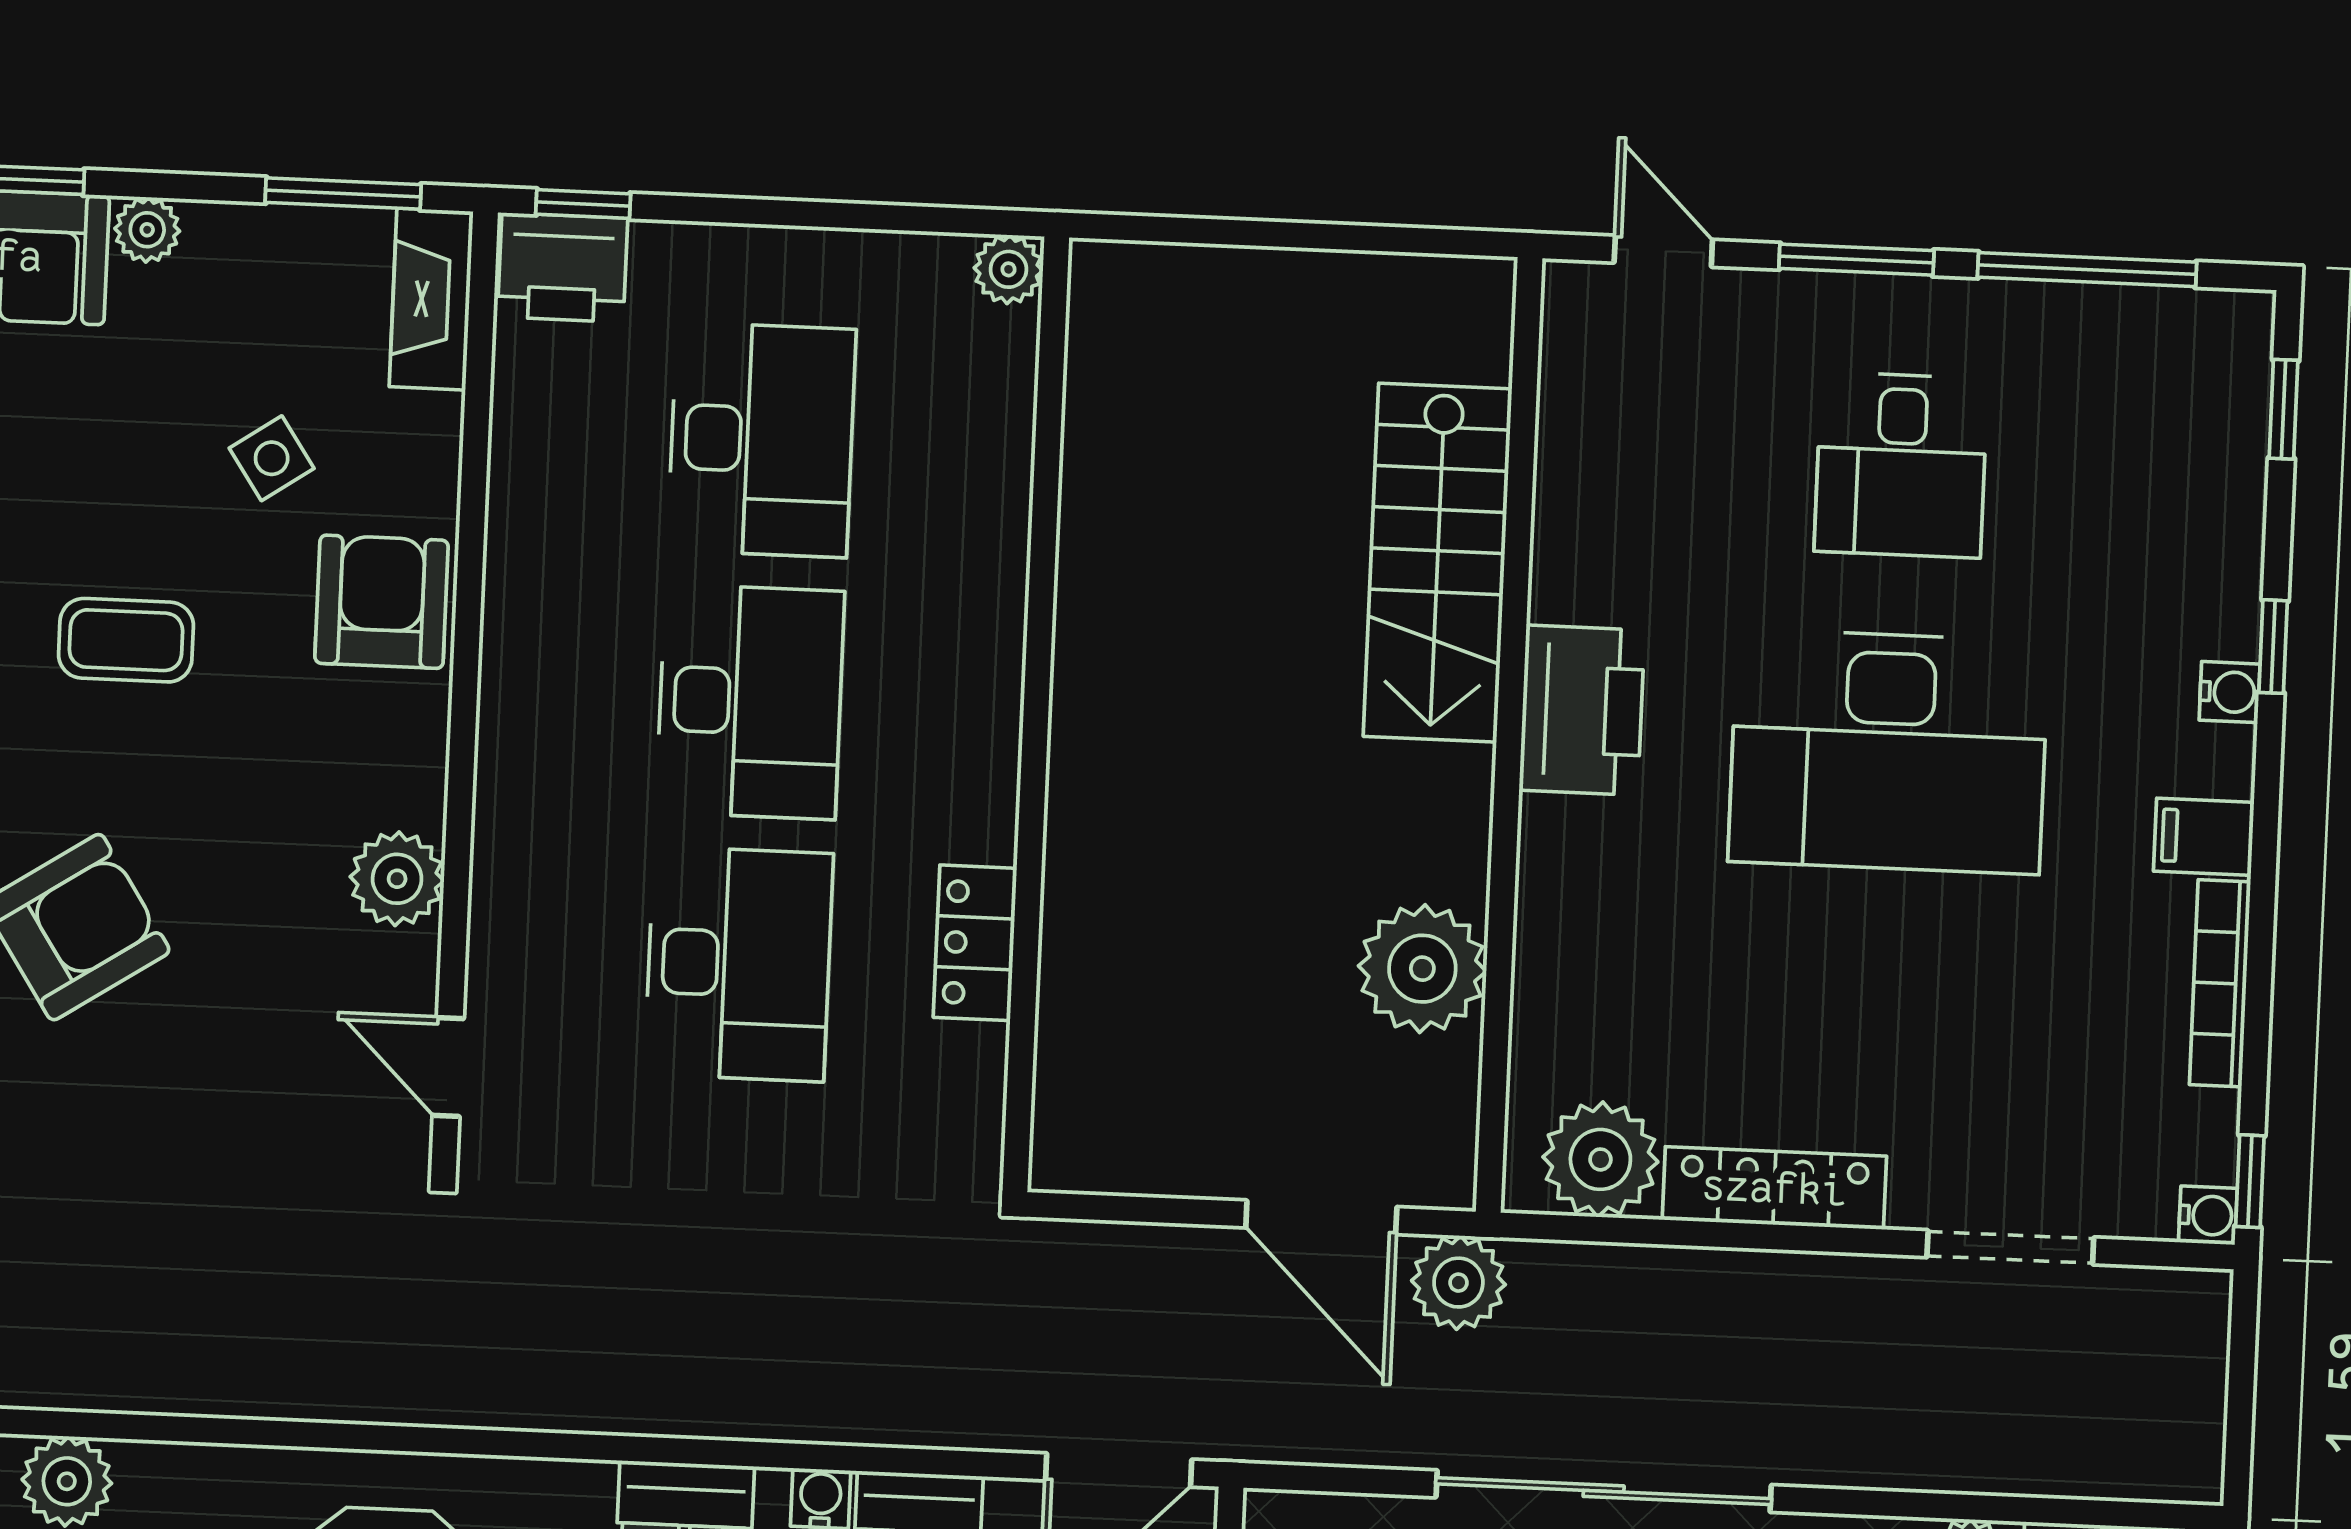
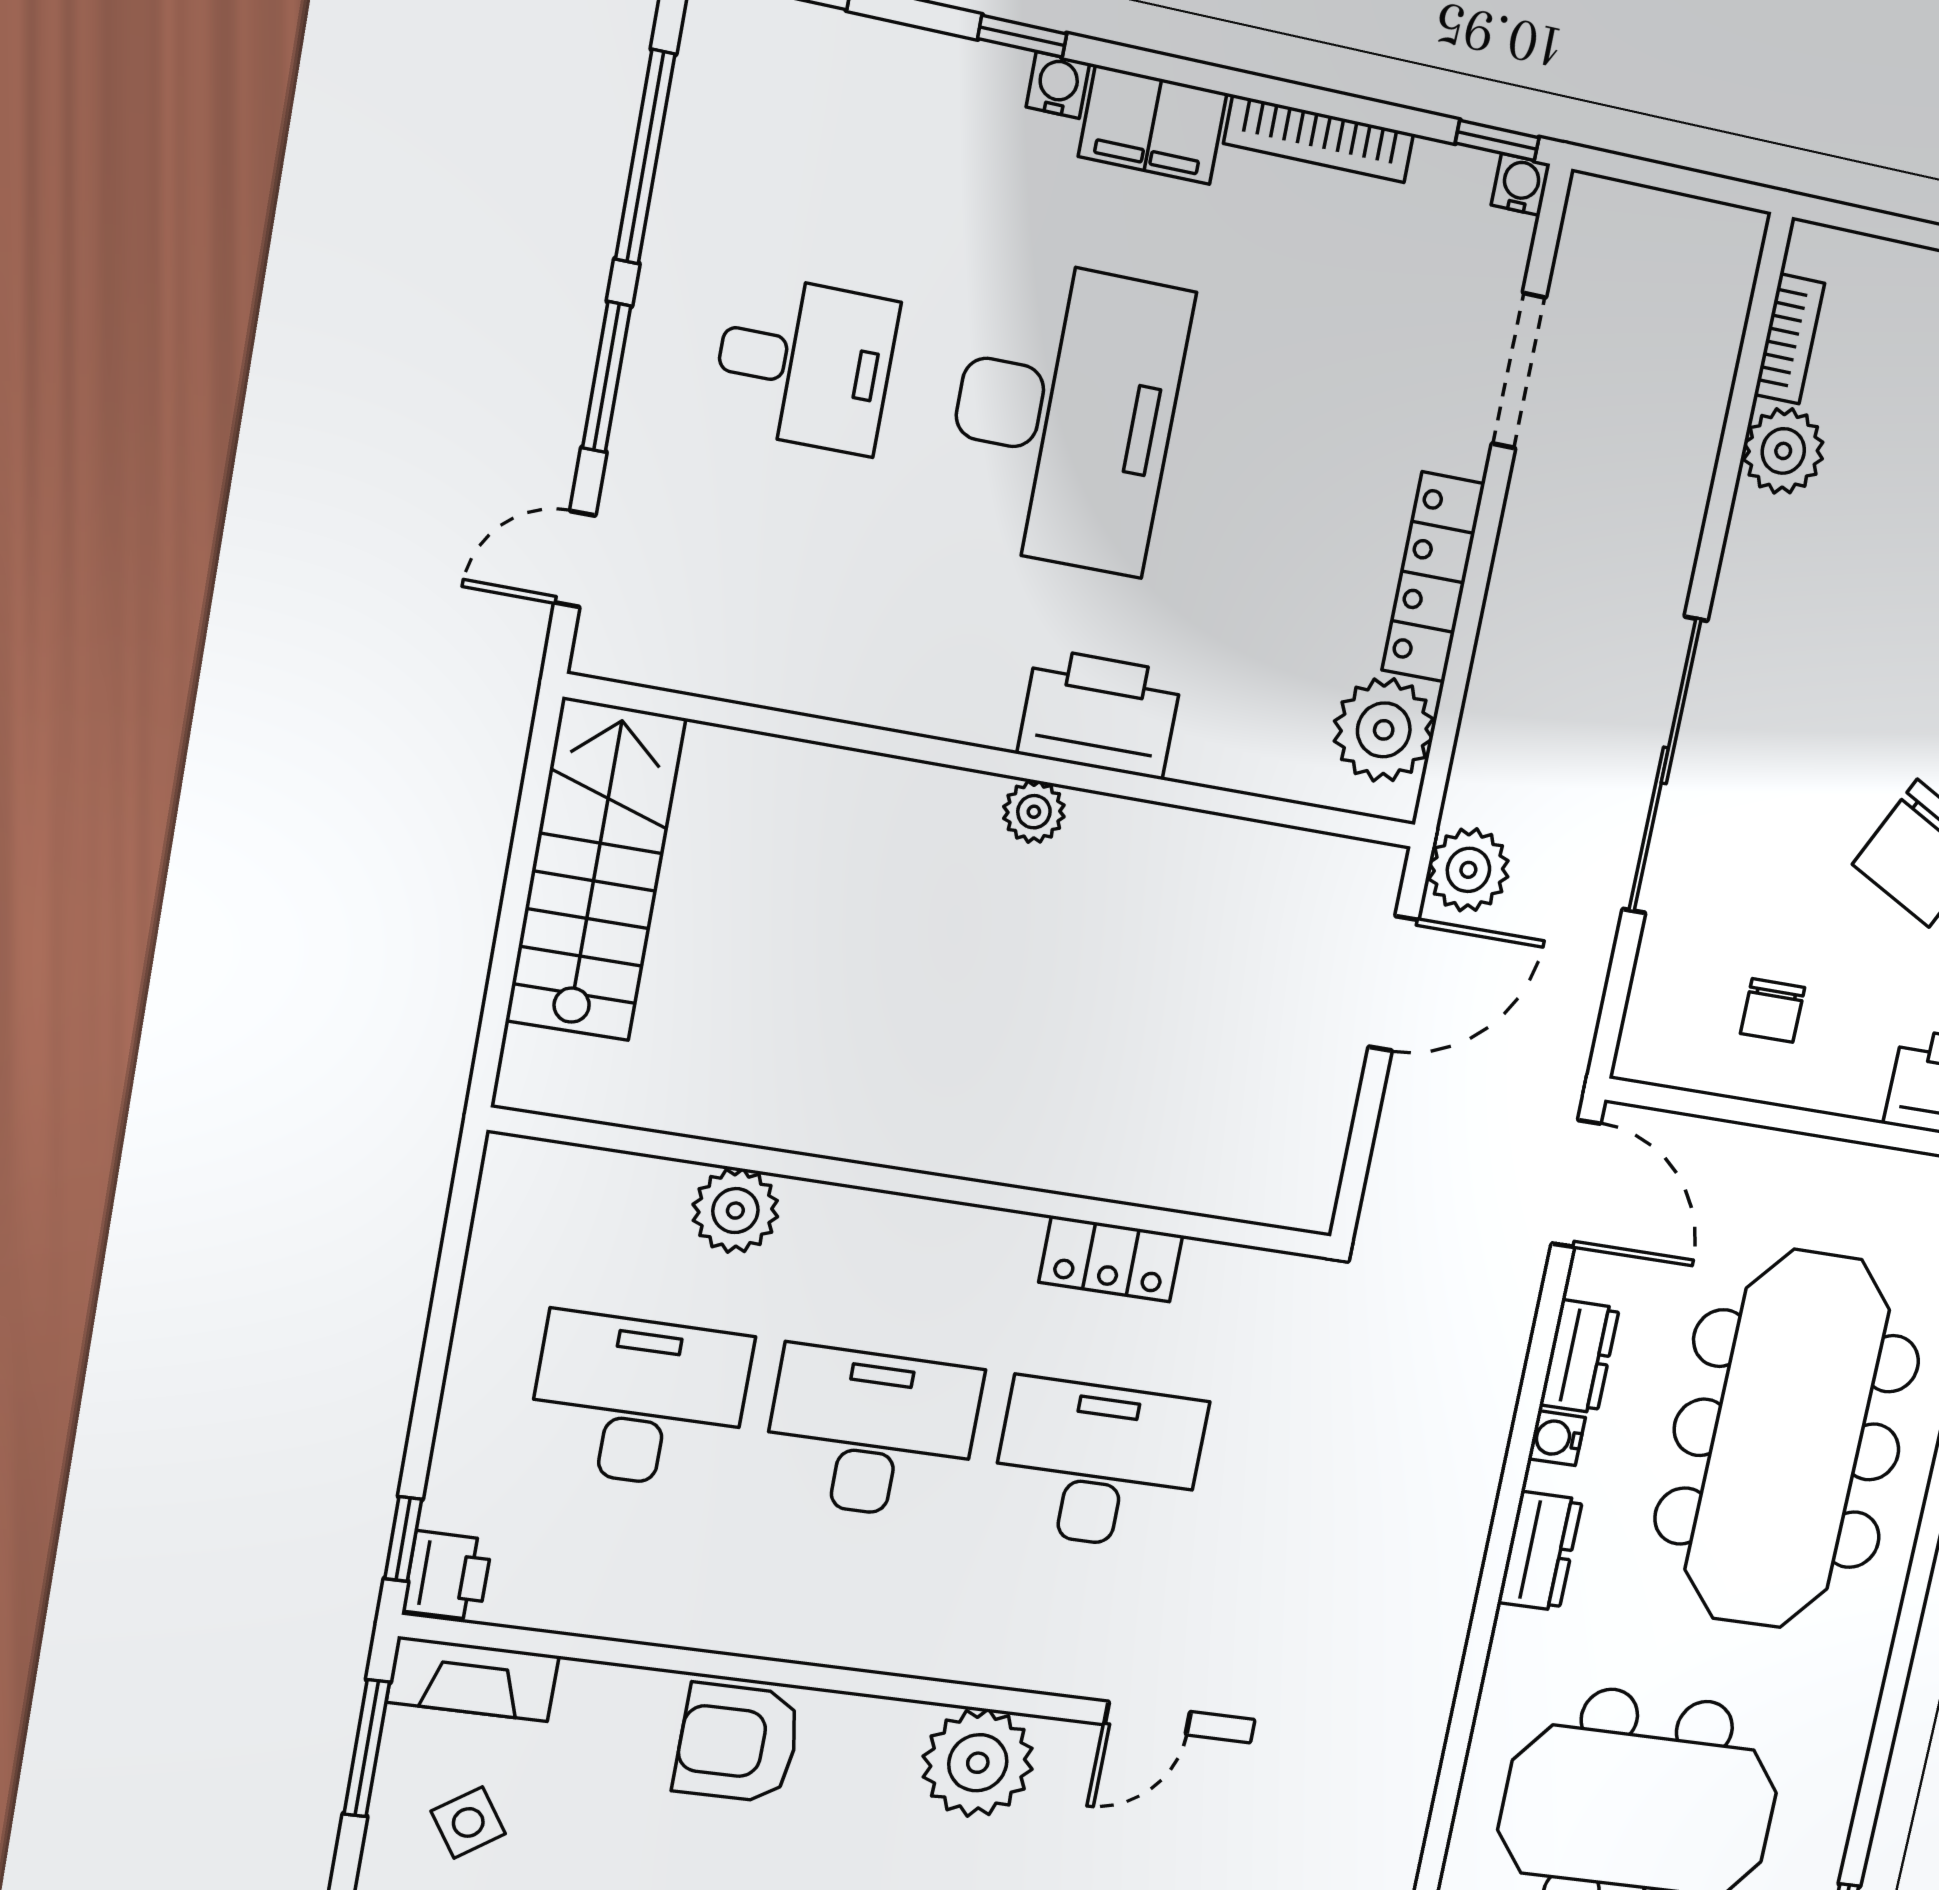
printer: (563, 268) -> (447, 1576), width x0.73, depth x0.81
plant: (1008, 269) -> (735, 1211), moved, width x1.38, depth x1.38
side table: (272, 458) -> (468, 1822), moved
stairs: (1438, 563) -> (596, 870), moved, turned -90
printer: (1582, 710) -> (1100, 714), moved
filing cabinet: (2204, 837) -> (1153, 125), width x2.00
plant: (397, 879) -> (978, 1763), width x1.36, depth x1.36
plant: (1422, 969) -> (1034, 812), moved, width x0.53, depth x0.53

